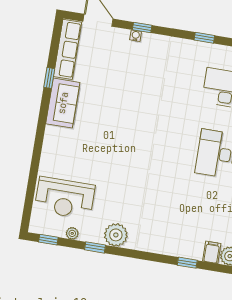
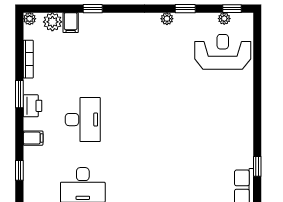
sofa: (63, 103) -> (240, 144), removed
plant: (72, 233) -> (224, 19), moved
plant: (116, 235) -> (167, 19), width x0.53, depth x0.53

